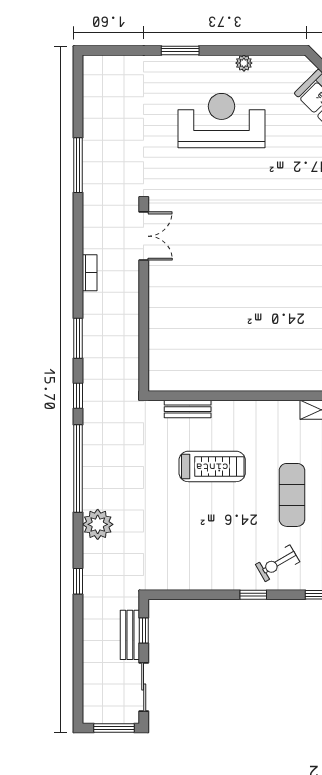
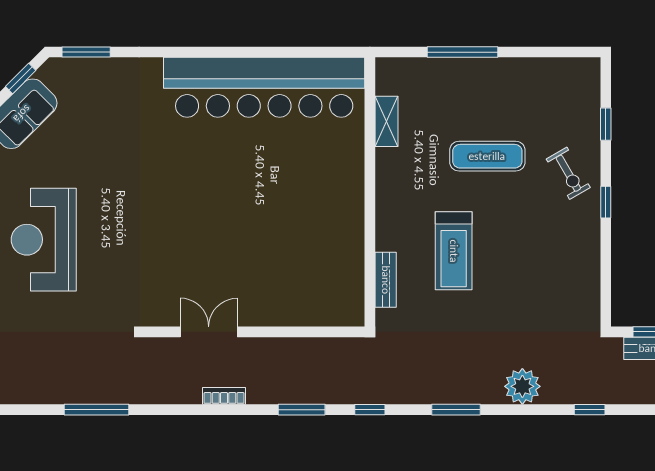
double door: (144, 236) -> (209, 332), moved
treadmill: (212, 466) -> (454, 251), turned 180
window: (78, 468) -> (456, 410), width x0.47

